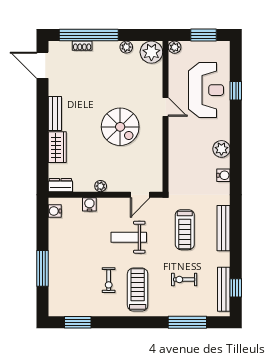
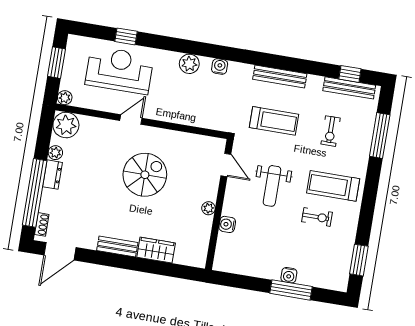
shoe rack: (82, 46) -> (42, 224), moved
dresser: (60, 185) -> (52, 175), moved, turned 180
water cooler: (55, 211) -> (289, 275), moved

